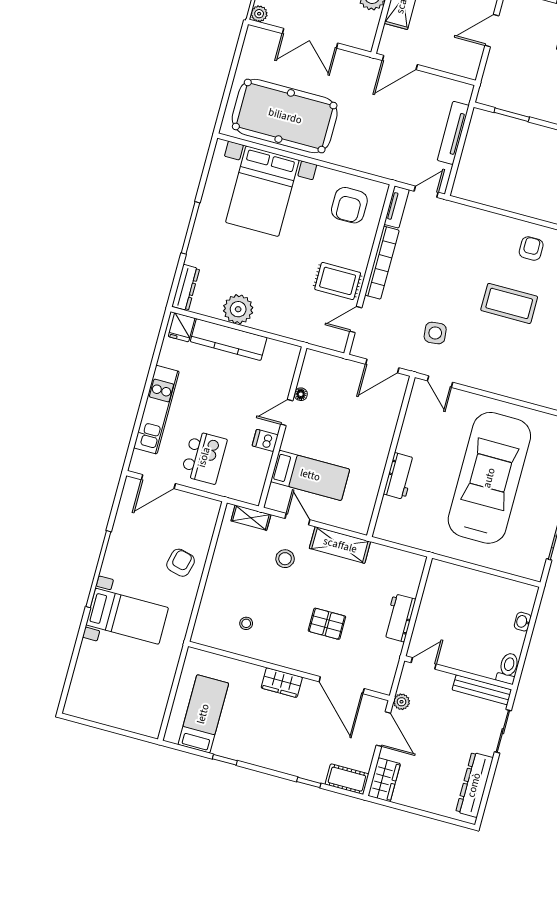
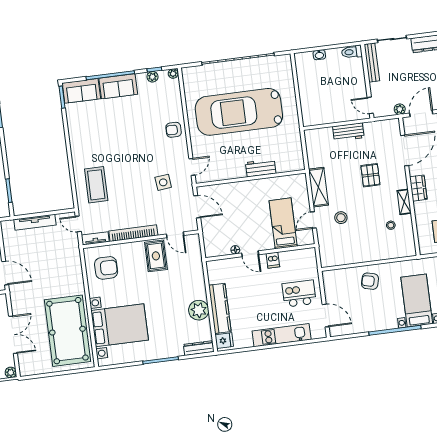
armchair: (531, 248) -> (174, 130), moved
coffee table: (509, 303) -> (96, 185), moved
shelving: (251, 518) -> (404, 202), moved

